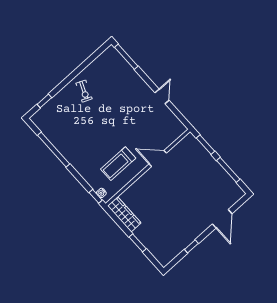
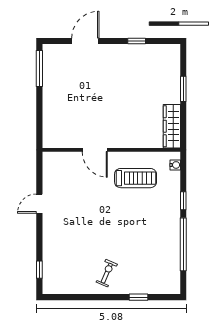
window: (126, 57) -> (39, 270), width x0.46
window: (44, 101) -> (139, 297), moved
window: (205, 145) -> (39, 123), removed
window: (228, 170) -> (39, 68), moved
window: (96, 196) -> (183, 201), moved

